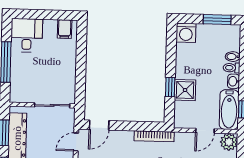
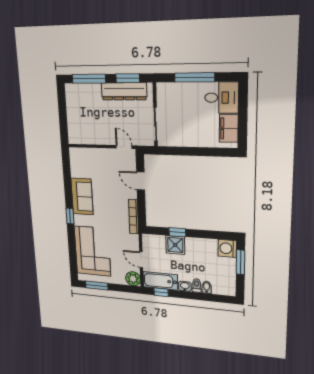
window: (217, 19) -> (240, 262), moved
filing cabinet: (65, 29) -> (229, 128), width x2.00
door: (99, 125) -> (141, 181), moved

